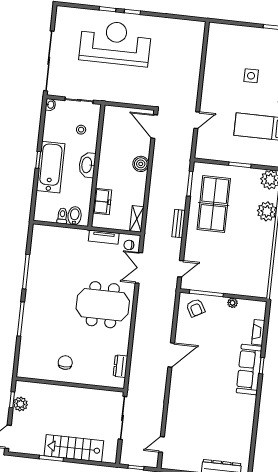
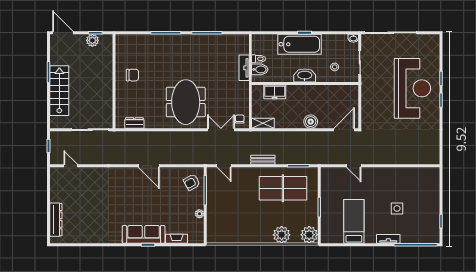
tv unit: (104, 237) -> (244, 68), moved

